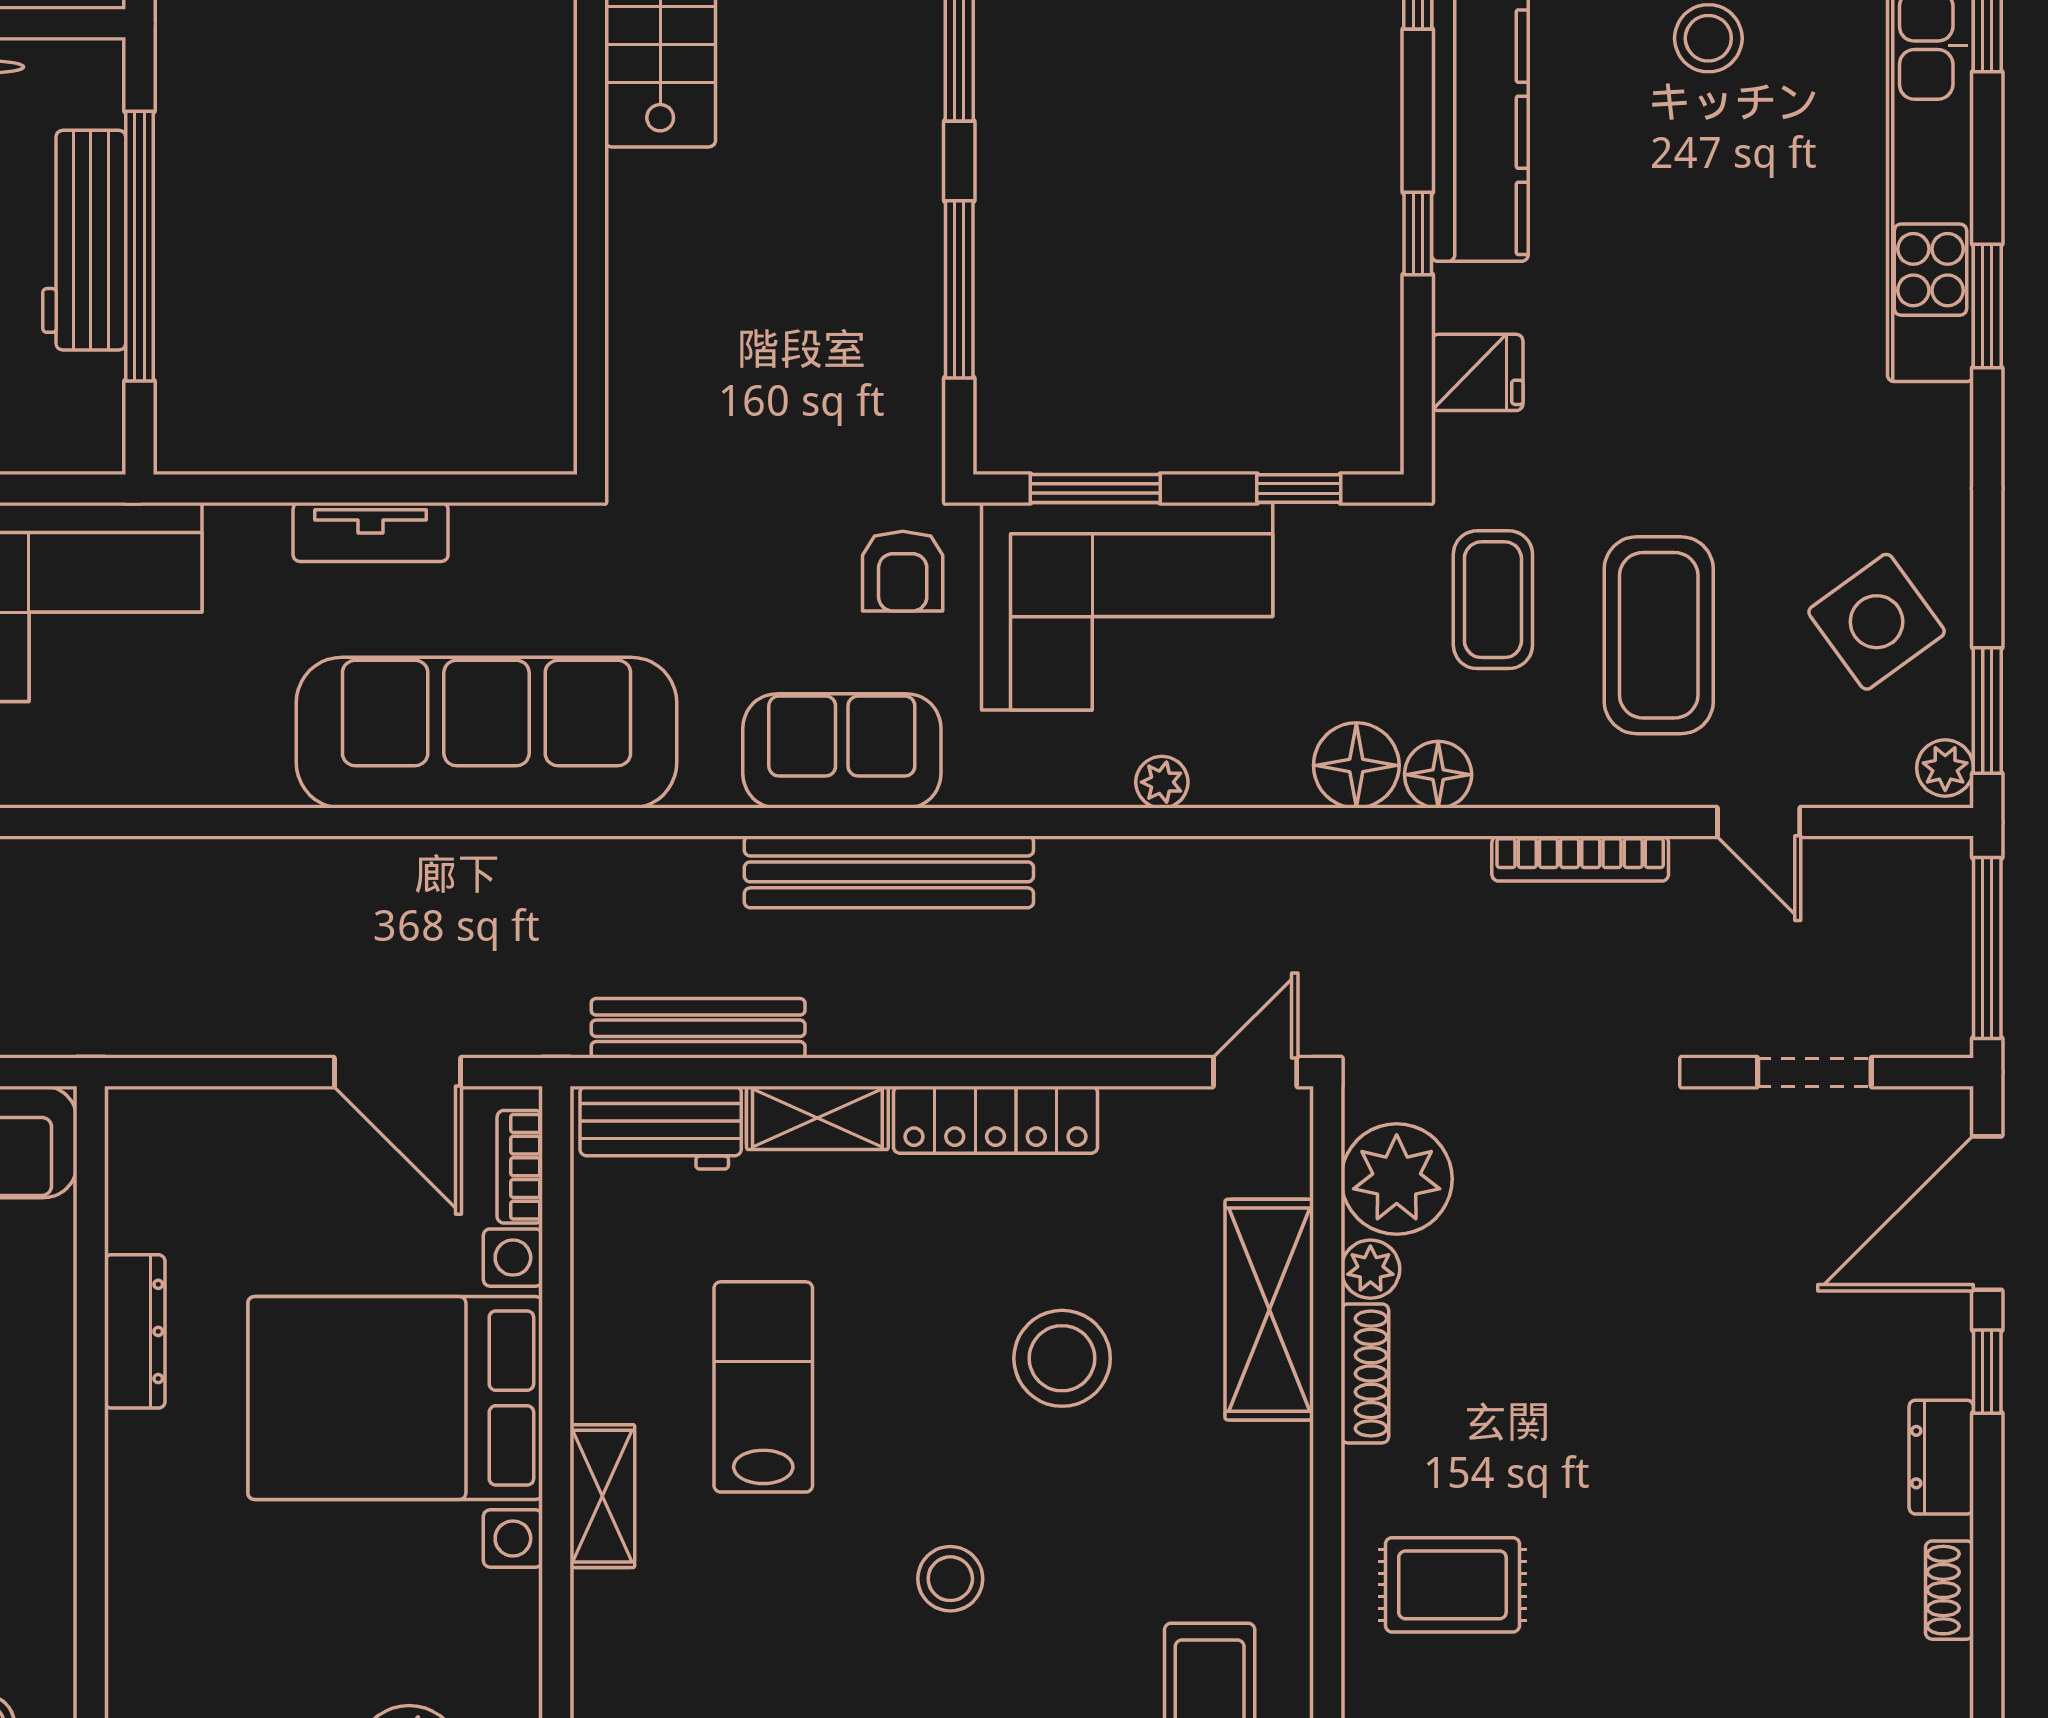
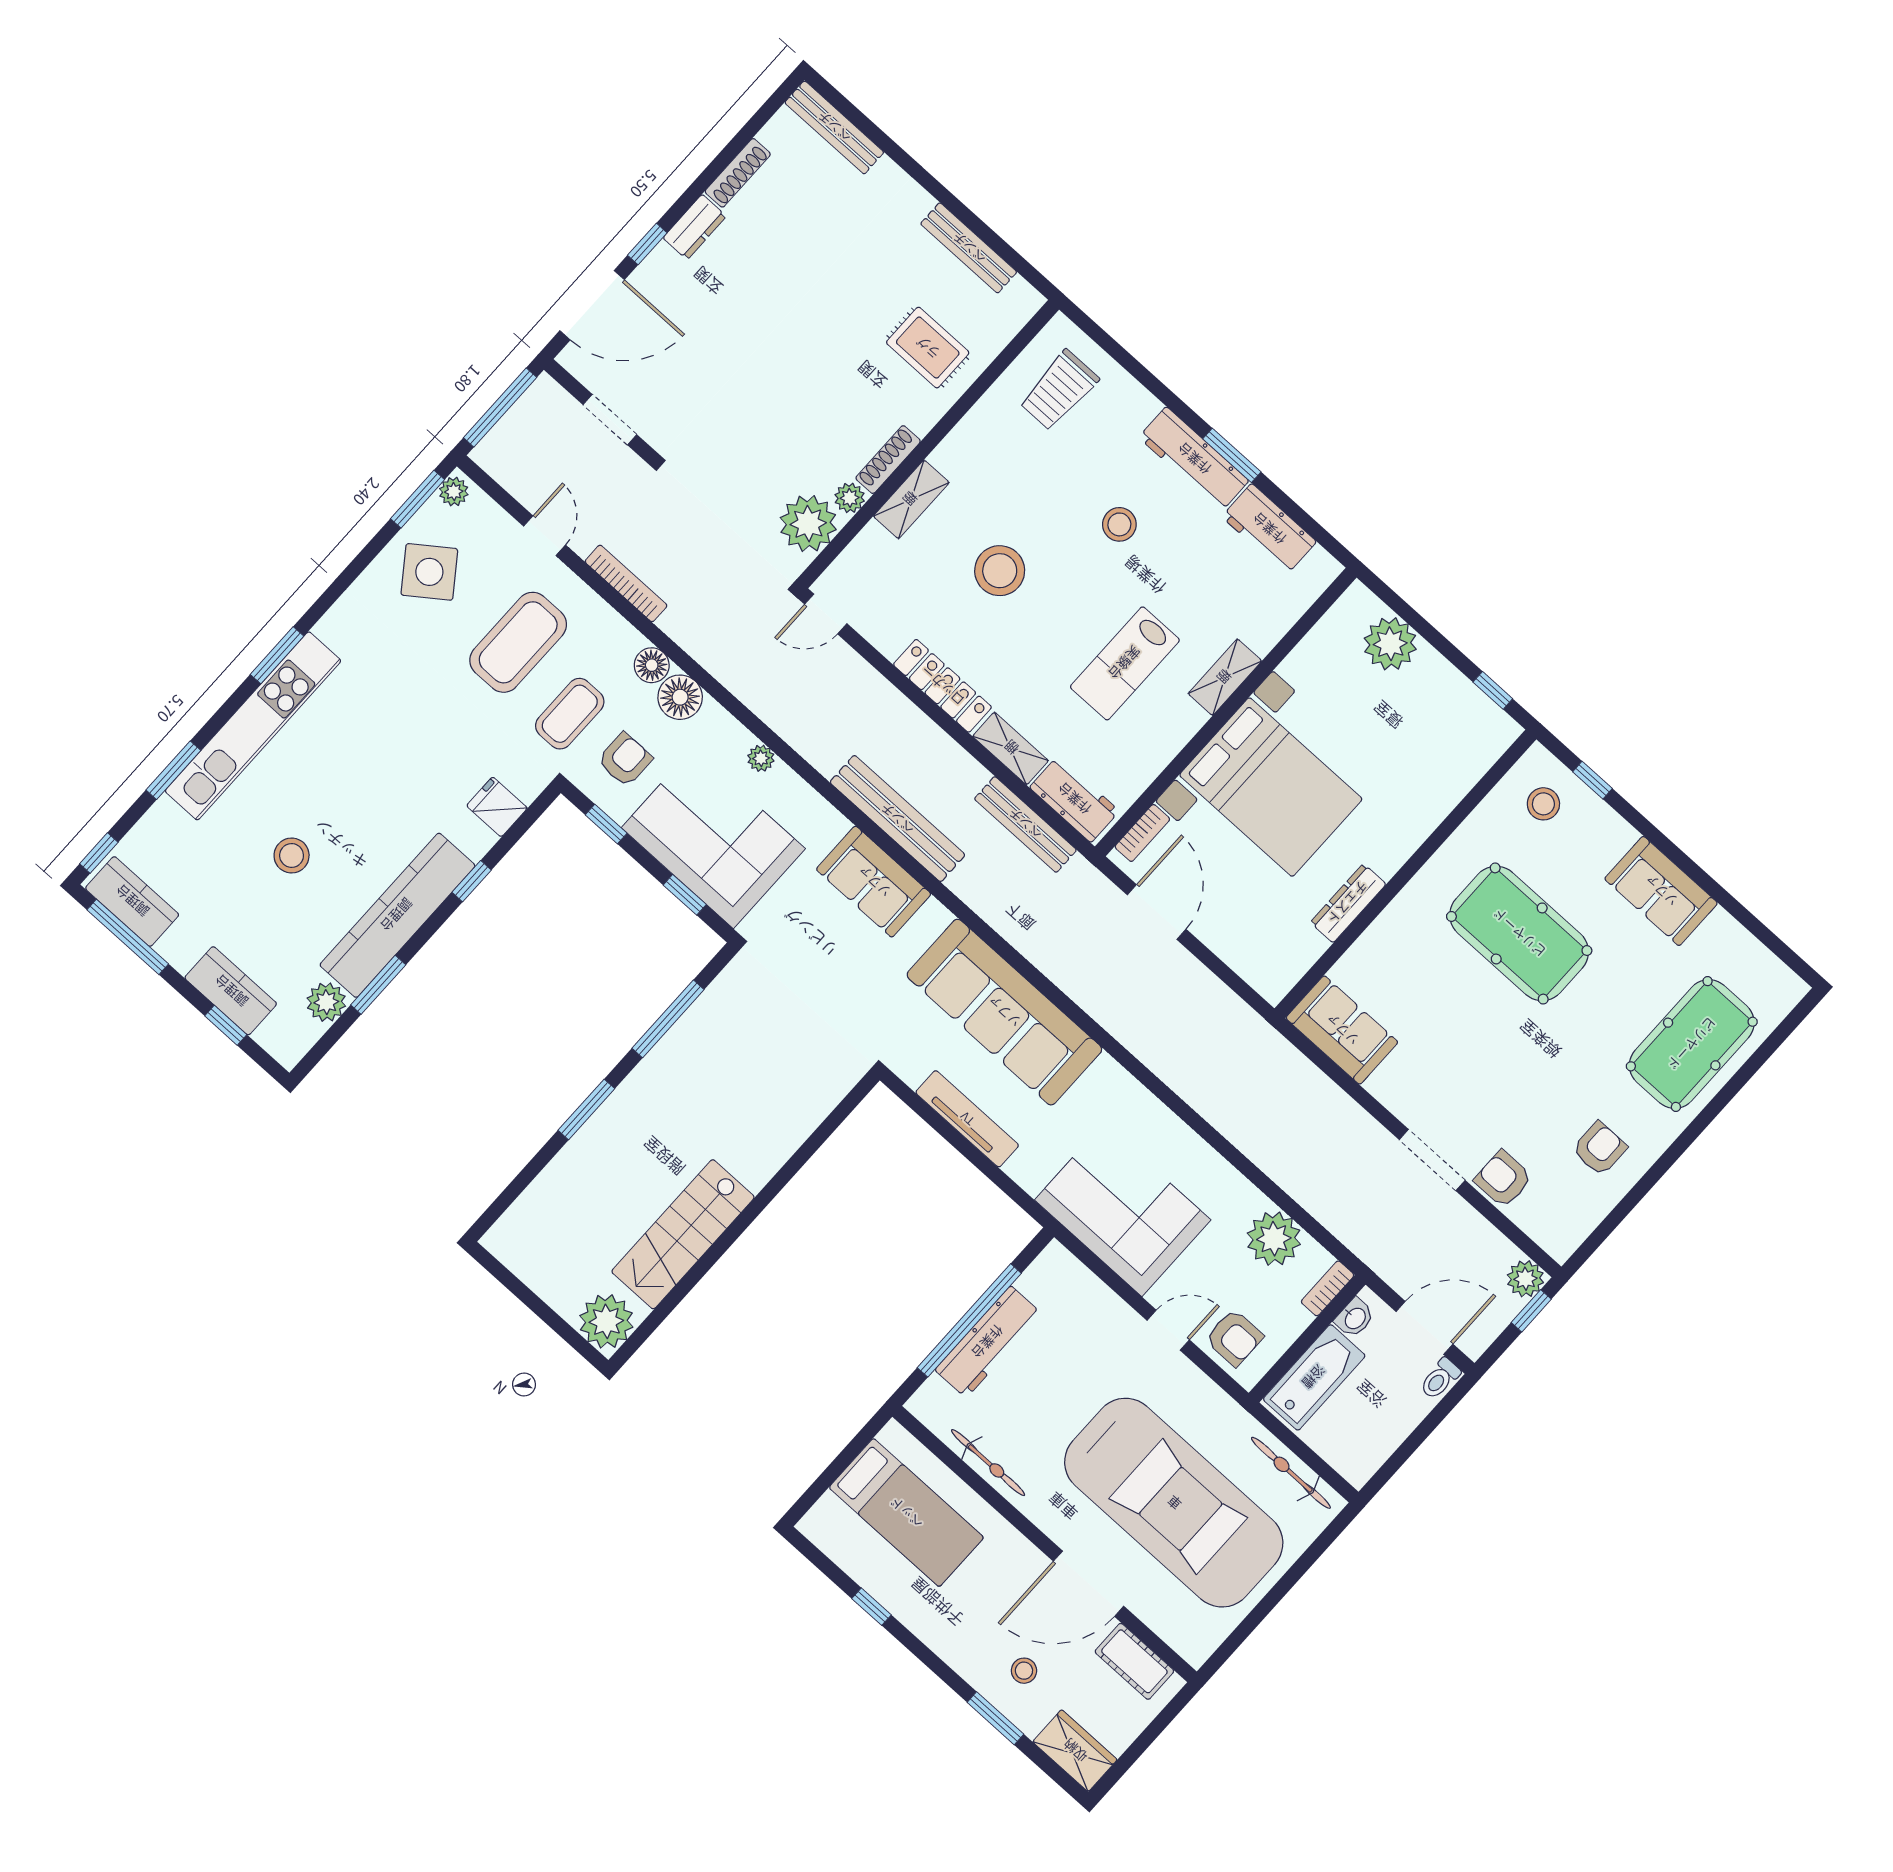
window: (1095, 489) -> (685, 895), width x0.67
tv unit: (371, 532) -> (967, 1119), width x1.41
armchair: (903, 571) -> (625, 760), moved
shelving: (1269, 1310) -> (911, 499), width x0.67, depth x0.75
shoe rack: (1949, 1590) -> (738, 173), width x1.43

